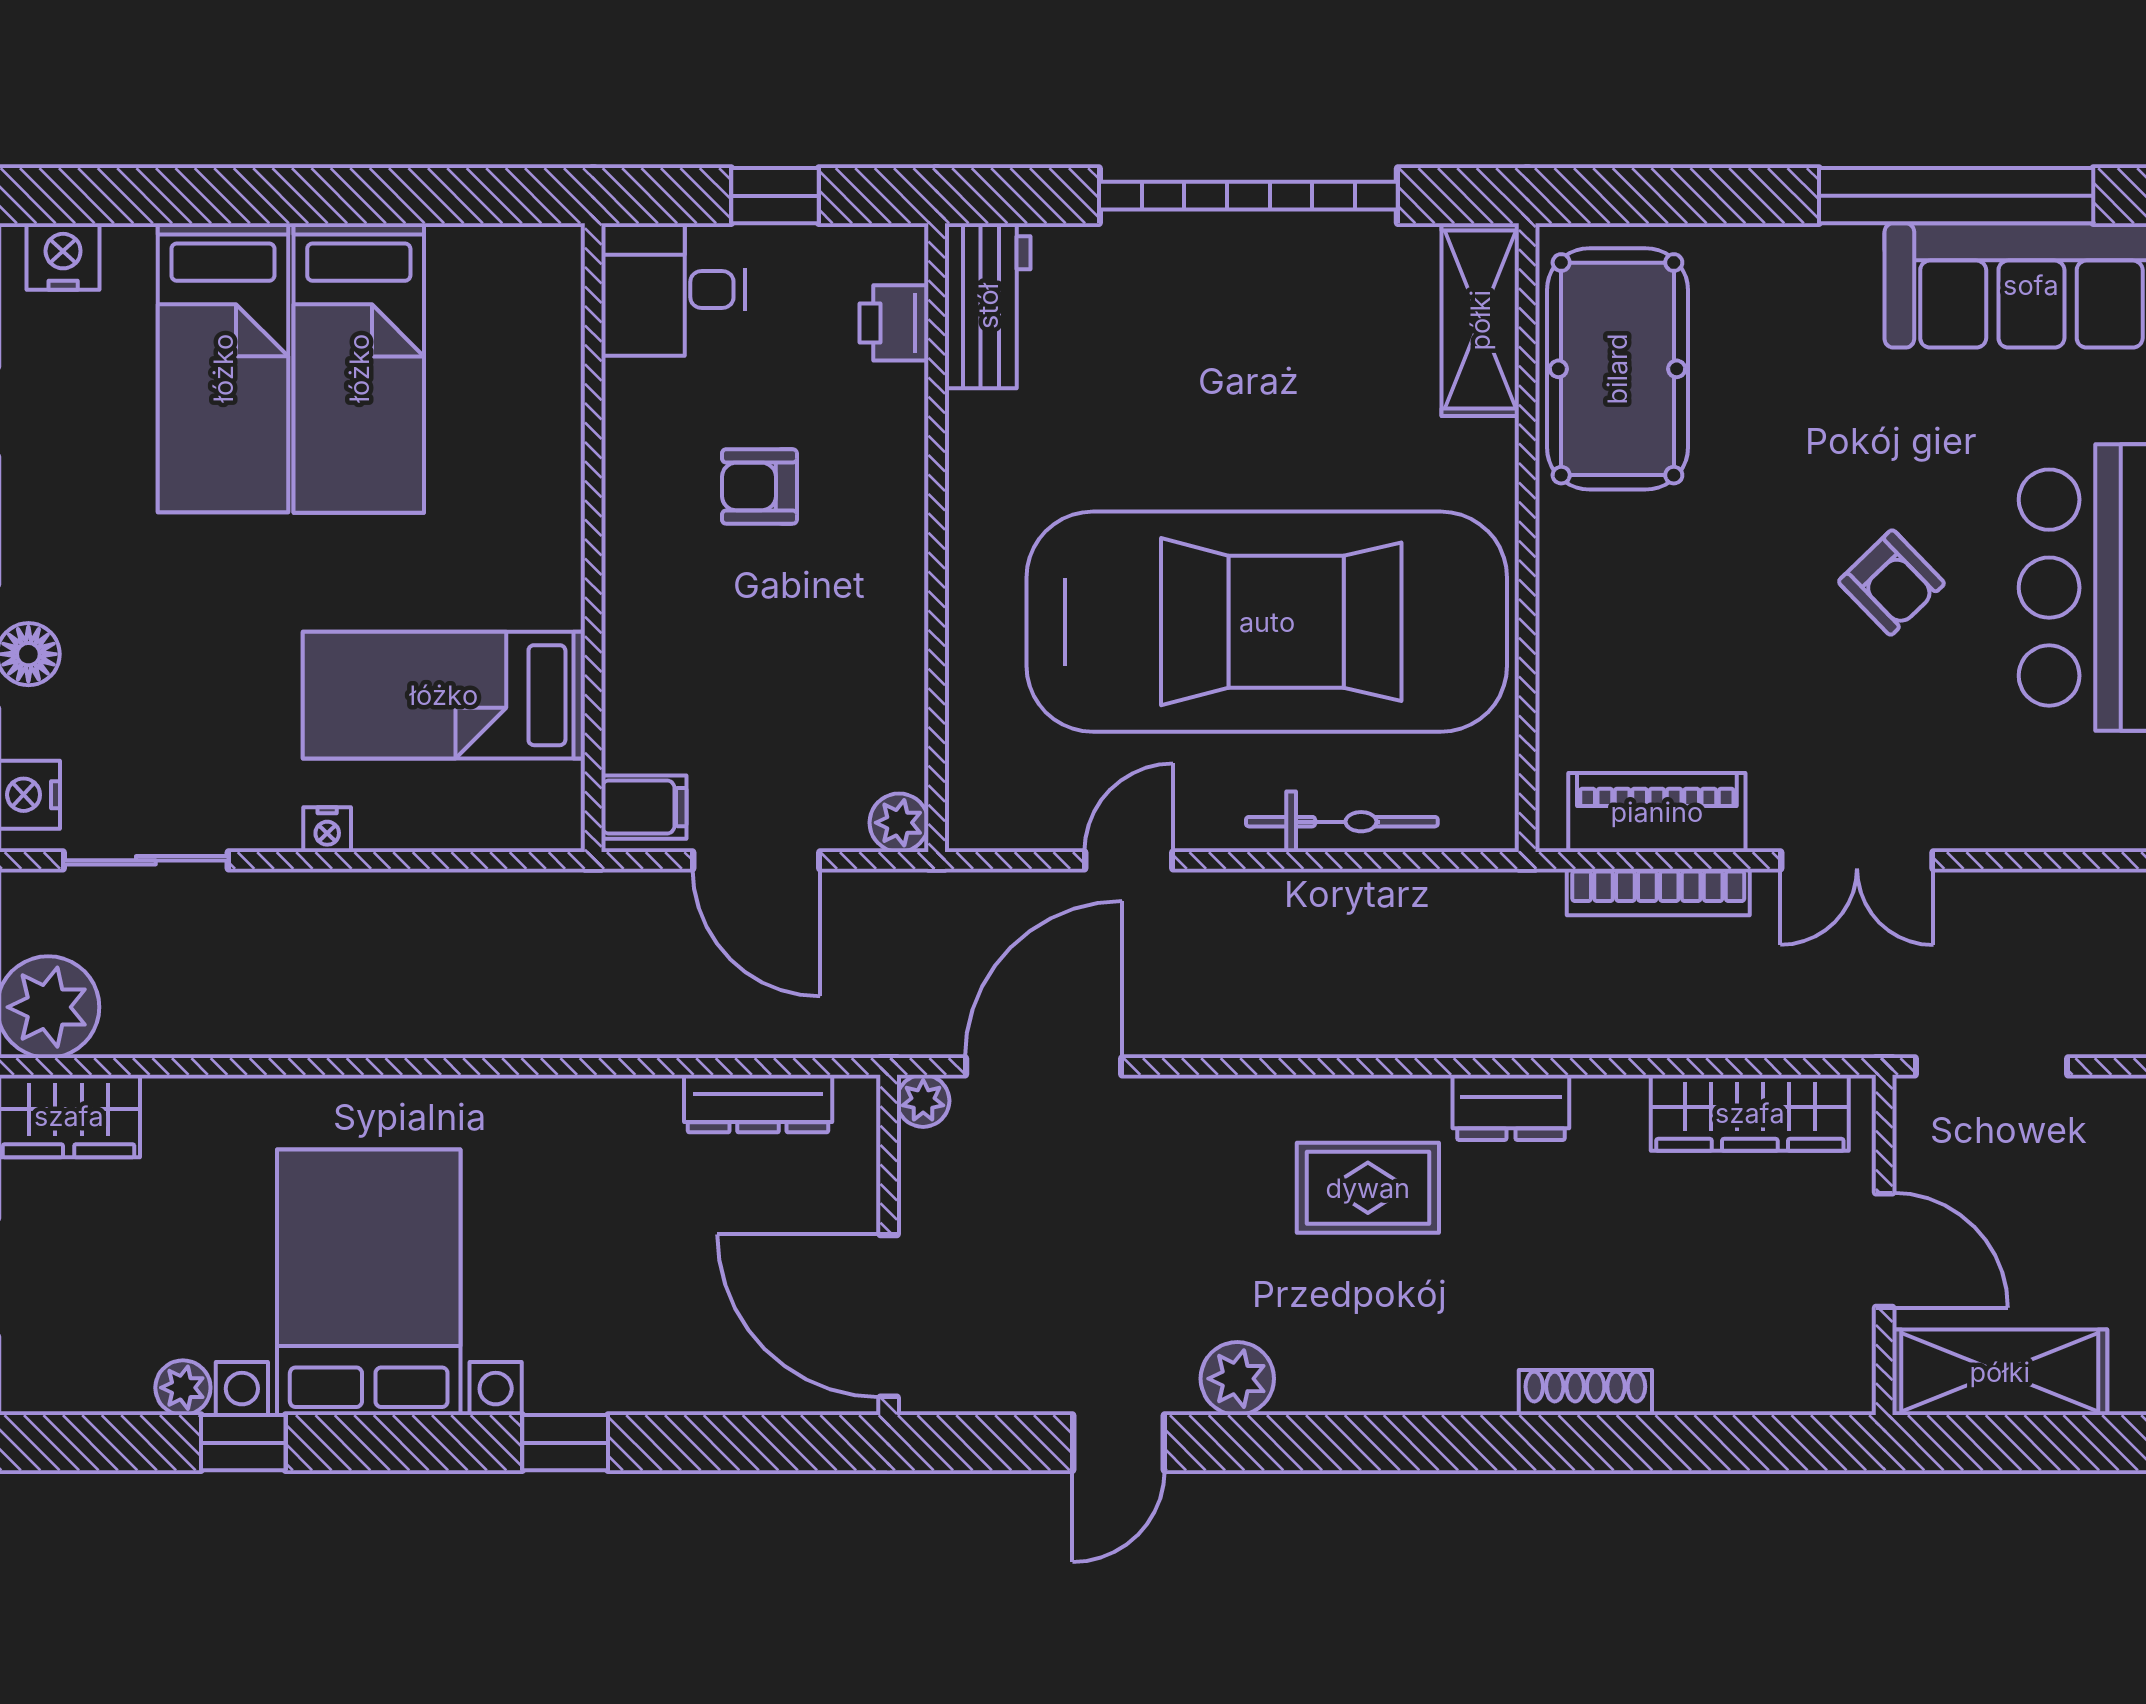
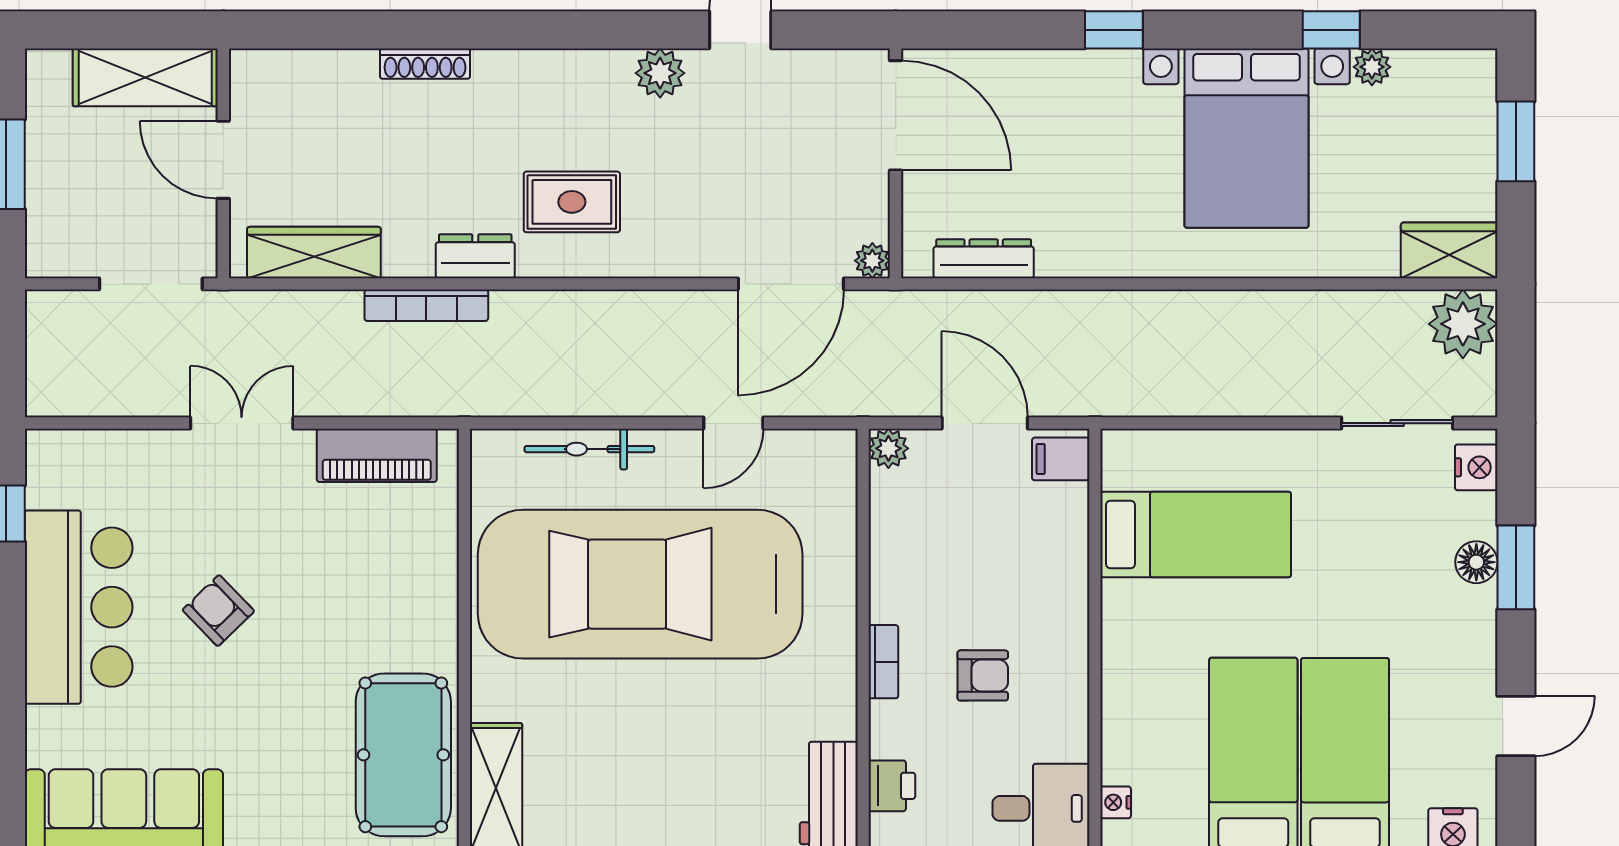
bookcase: (907, 507) -> (883, 662), added
nightstand: (327, 830) -> (1116, 802), moved, turned -90
bookcase: (1658, 892) -> (426, 305), moved, turned 180

